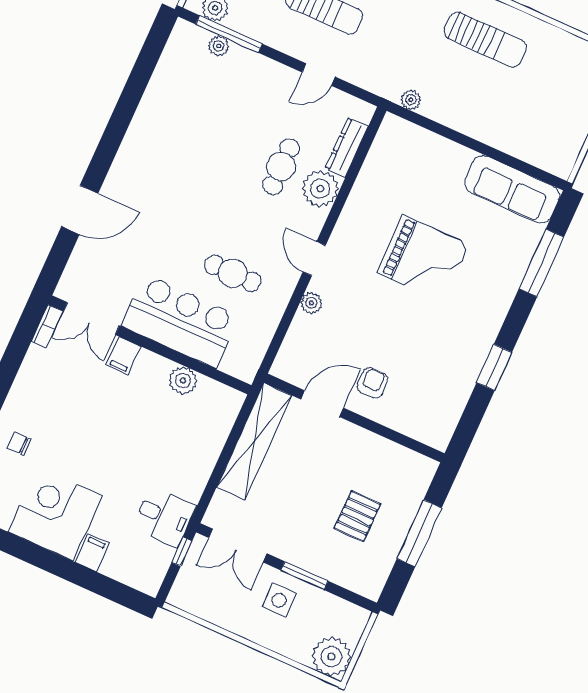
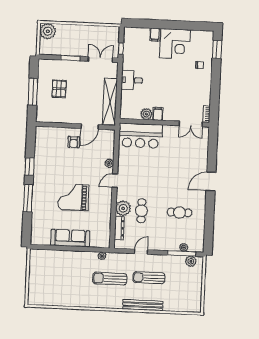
sun lounger: (485, 40) -> (110, 279), moved
sofa: (512, 189) -> (70, 238), moved
door: (80, 210) -> (211, 182), moved
door: (314, 259) -> (115, 181), swing flipped
window: (541, 263) -> (28, 198), moved
cafe table: (233, 273) -> (179, 212), moved
double door: (91, 318) -> (191, 124), swing flipped
bar counter: (180, 321) -> (140, 136), moved
filing cabinet: (123, 356) -> (158, 114), moved
desk: (164, 517) -> (132, 80), moved
side table: (279, 600) -> (76, 45), removed

